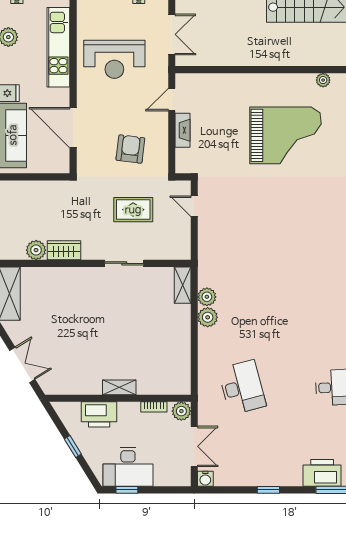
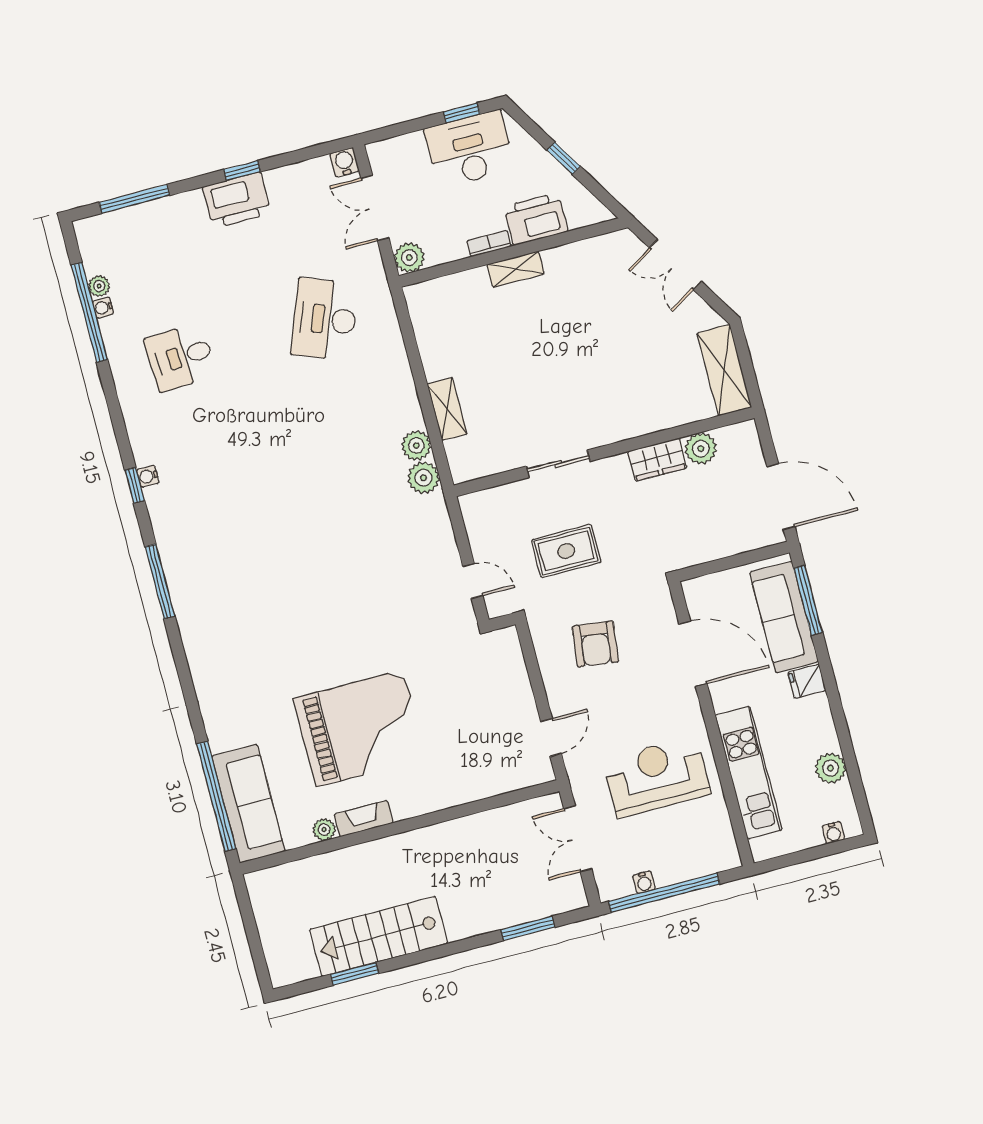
fireplace: (183, 130) -> (364, 819), moved, turned 90
grand piano: (286, 135) -> (360, 728), turned 180
shelving: (183, 285) -> (447, 409), moved
plant: (208, 317) -> (424, 478), moved
desk: (242, 387) -> (325, 319), turned 36
bookcase: (154, 407) -> (489, 244), moved
printer: (322, 473) -> (237, 200), moved

